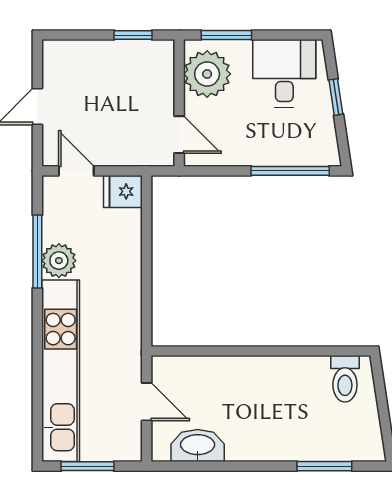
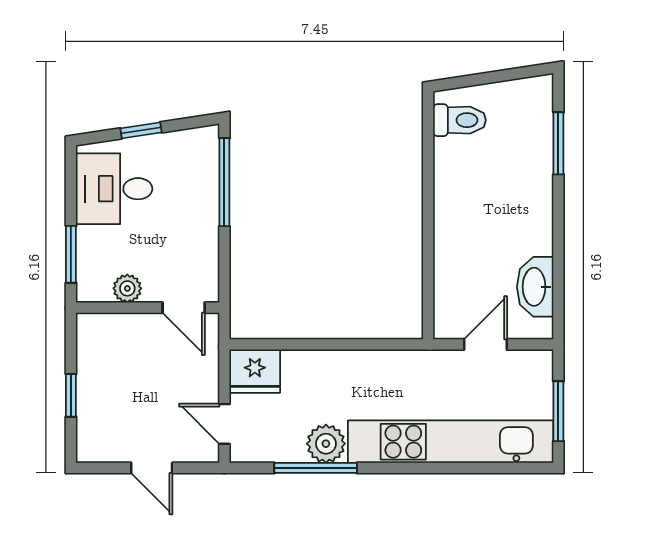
window: (133, 35) -> (71, 395), moved
plant: (207, 74) -> (127, 288), width x0.53, depth x0.53
door: (179, 135) -> (184, 308), swing flipped
door: (76, 171) -> (224, 424), hinge flipped
fridge: (123, 191) -> (255, 371), width x1.38

